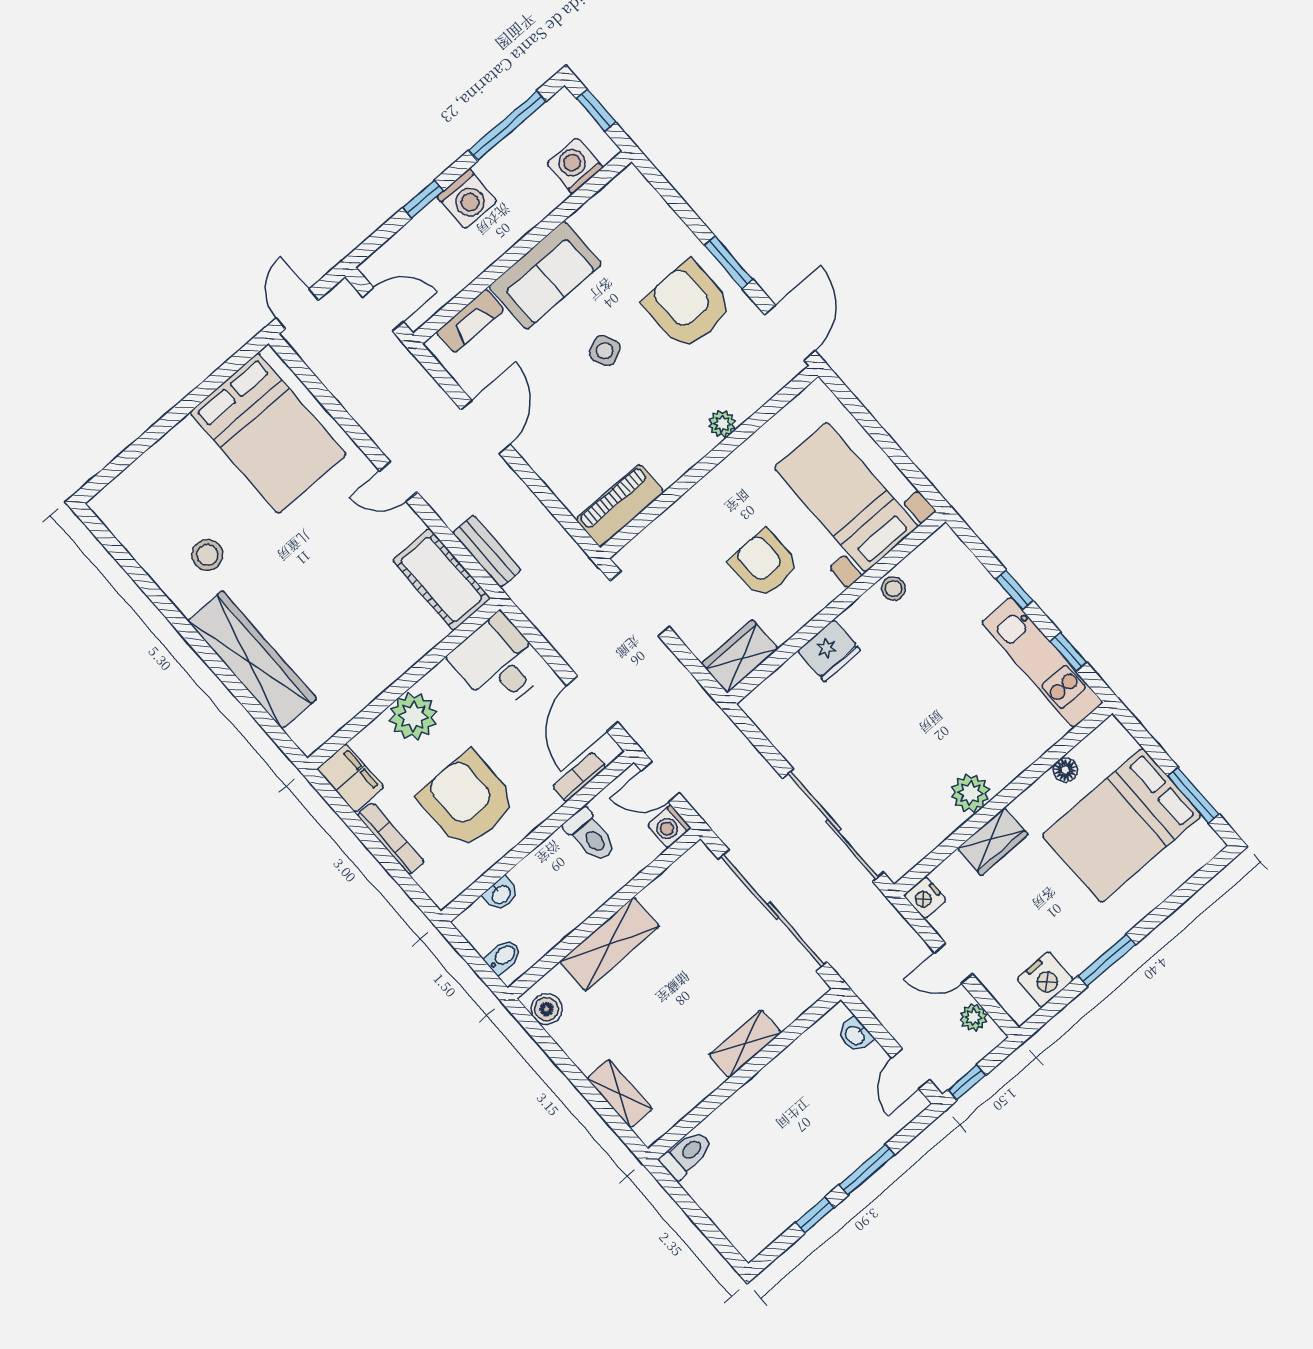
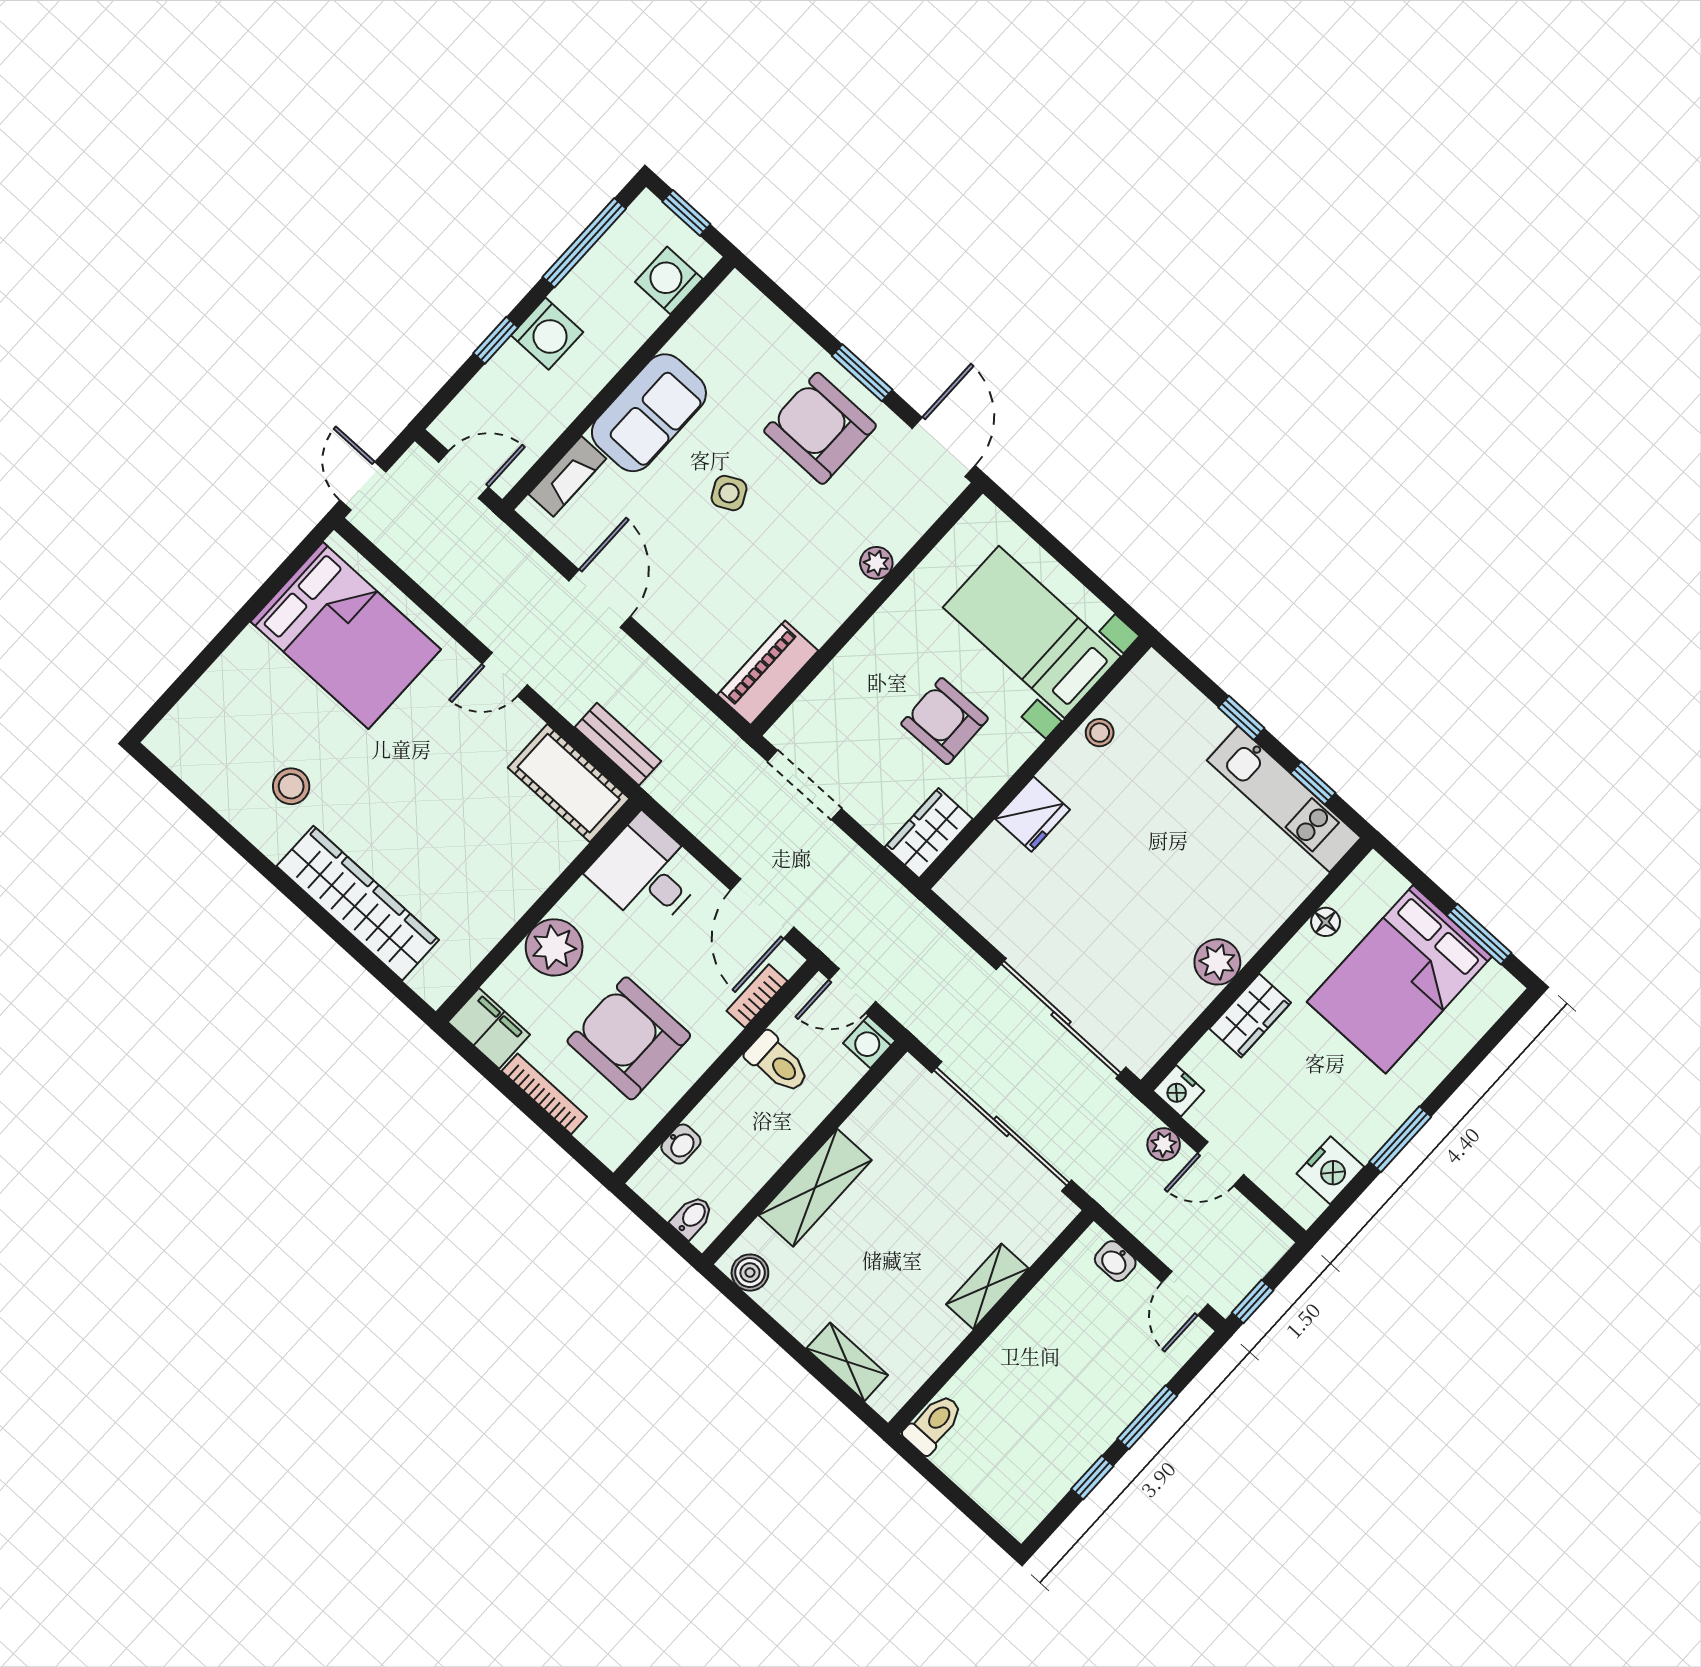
plant: (973, 1017) -> (1164, 1144), moved

